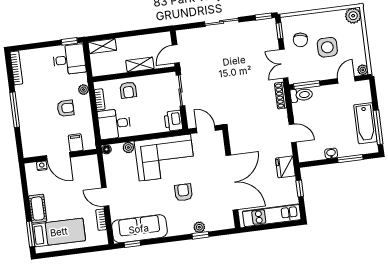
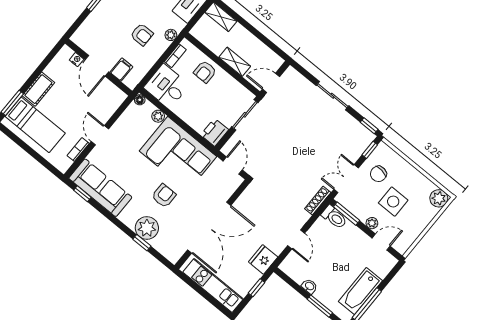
plant: (363, 70) -> (372, 223), moved
plant: (199, 227) -> (147, 228), width x1.87, depth x1.87

